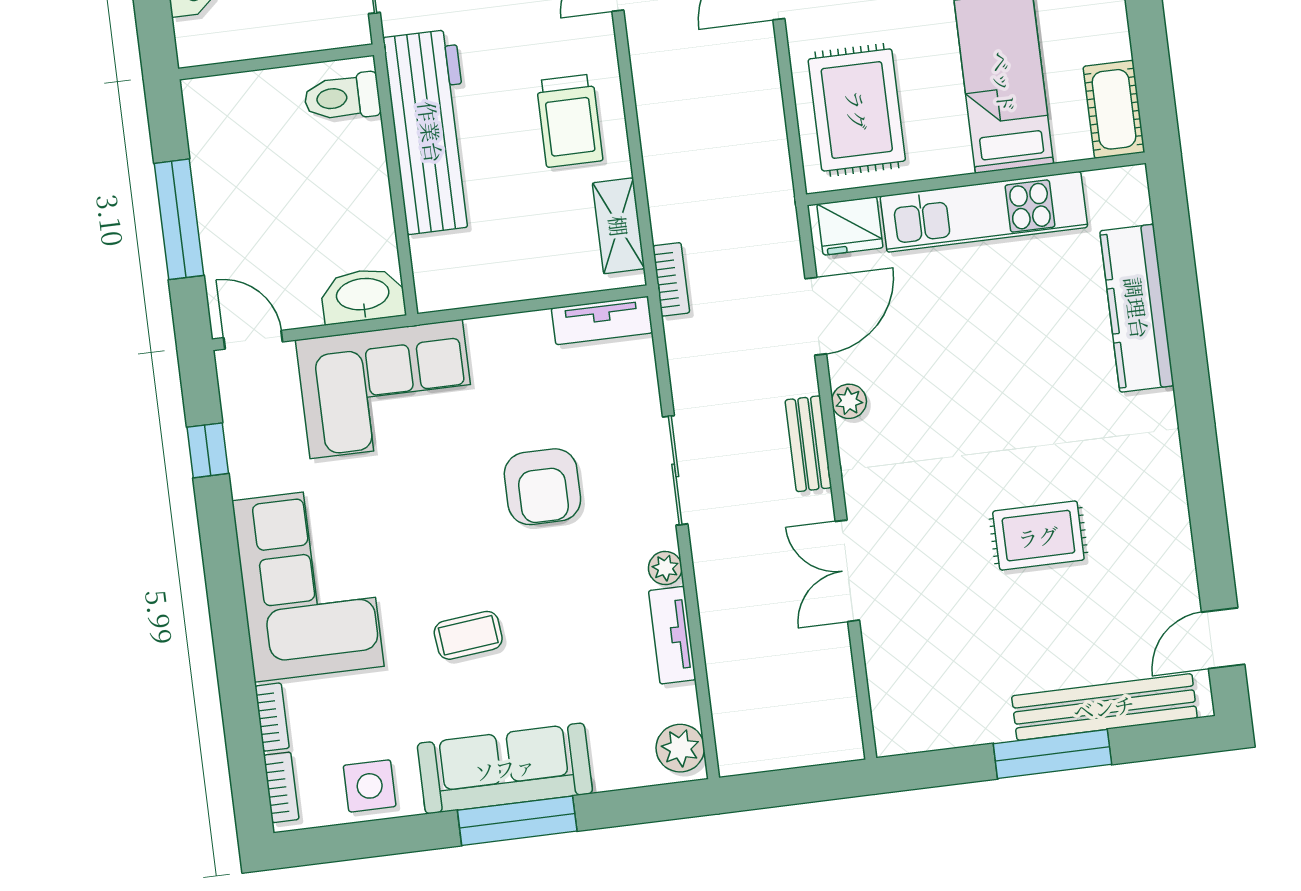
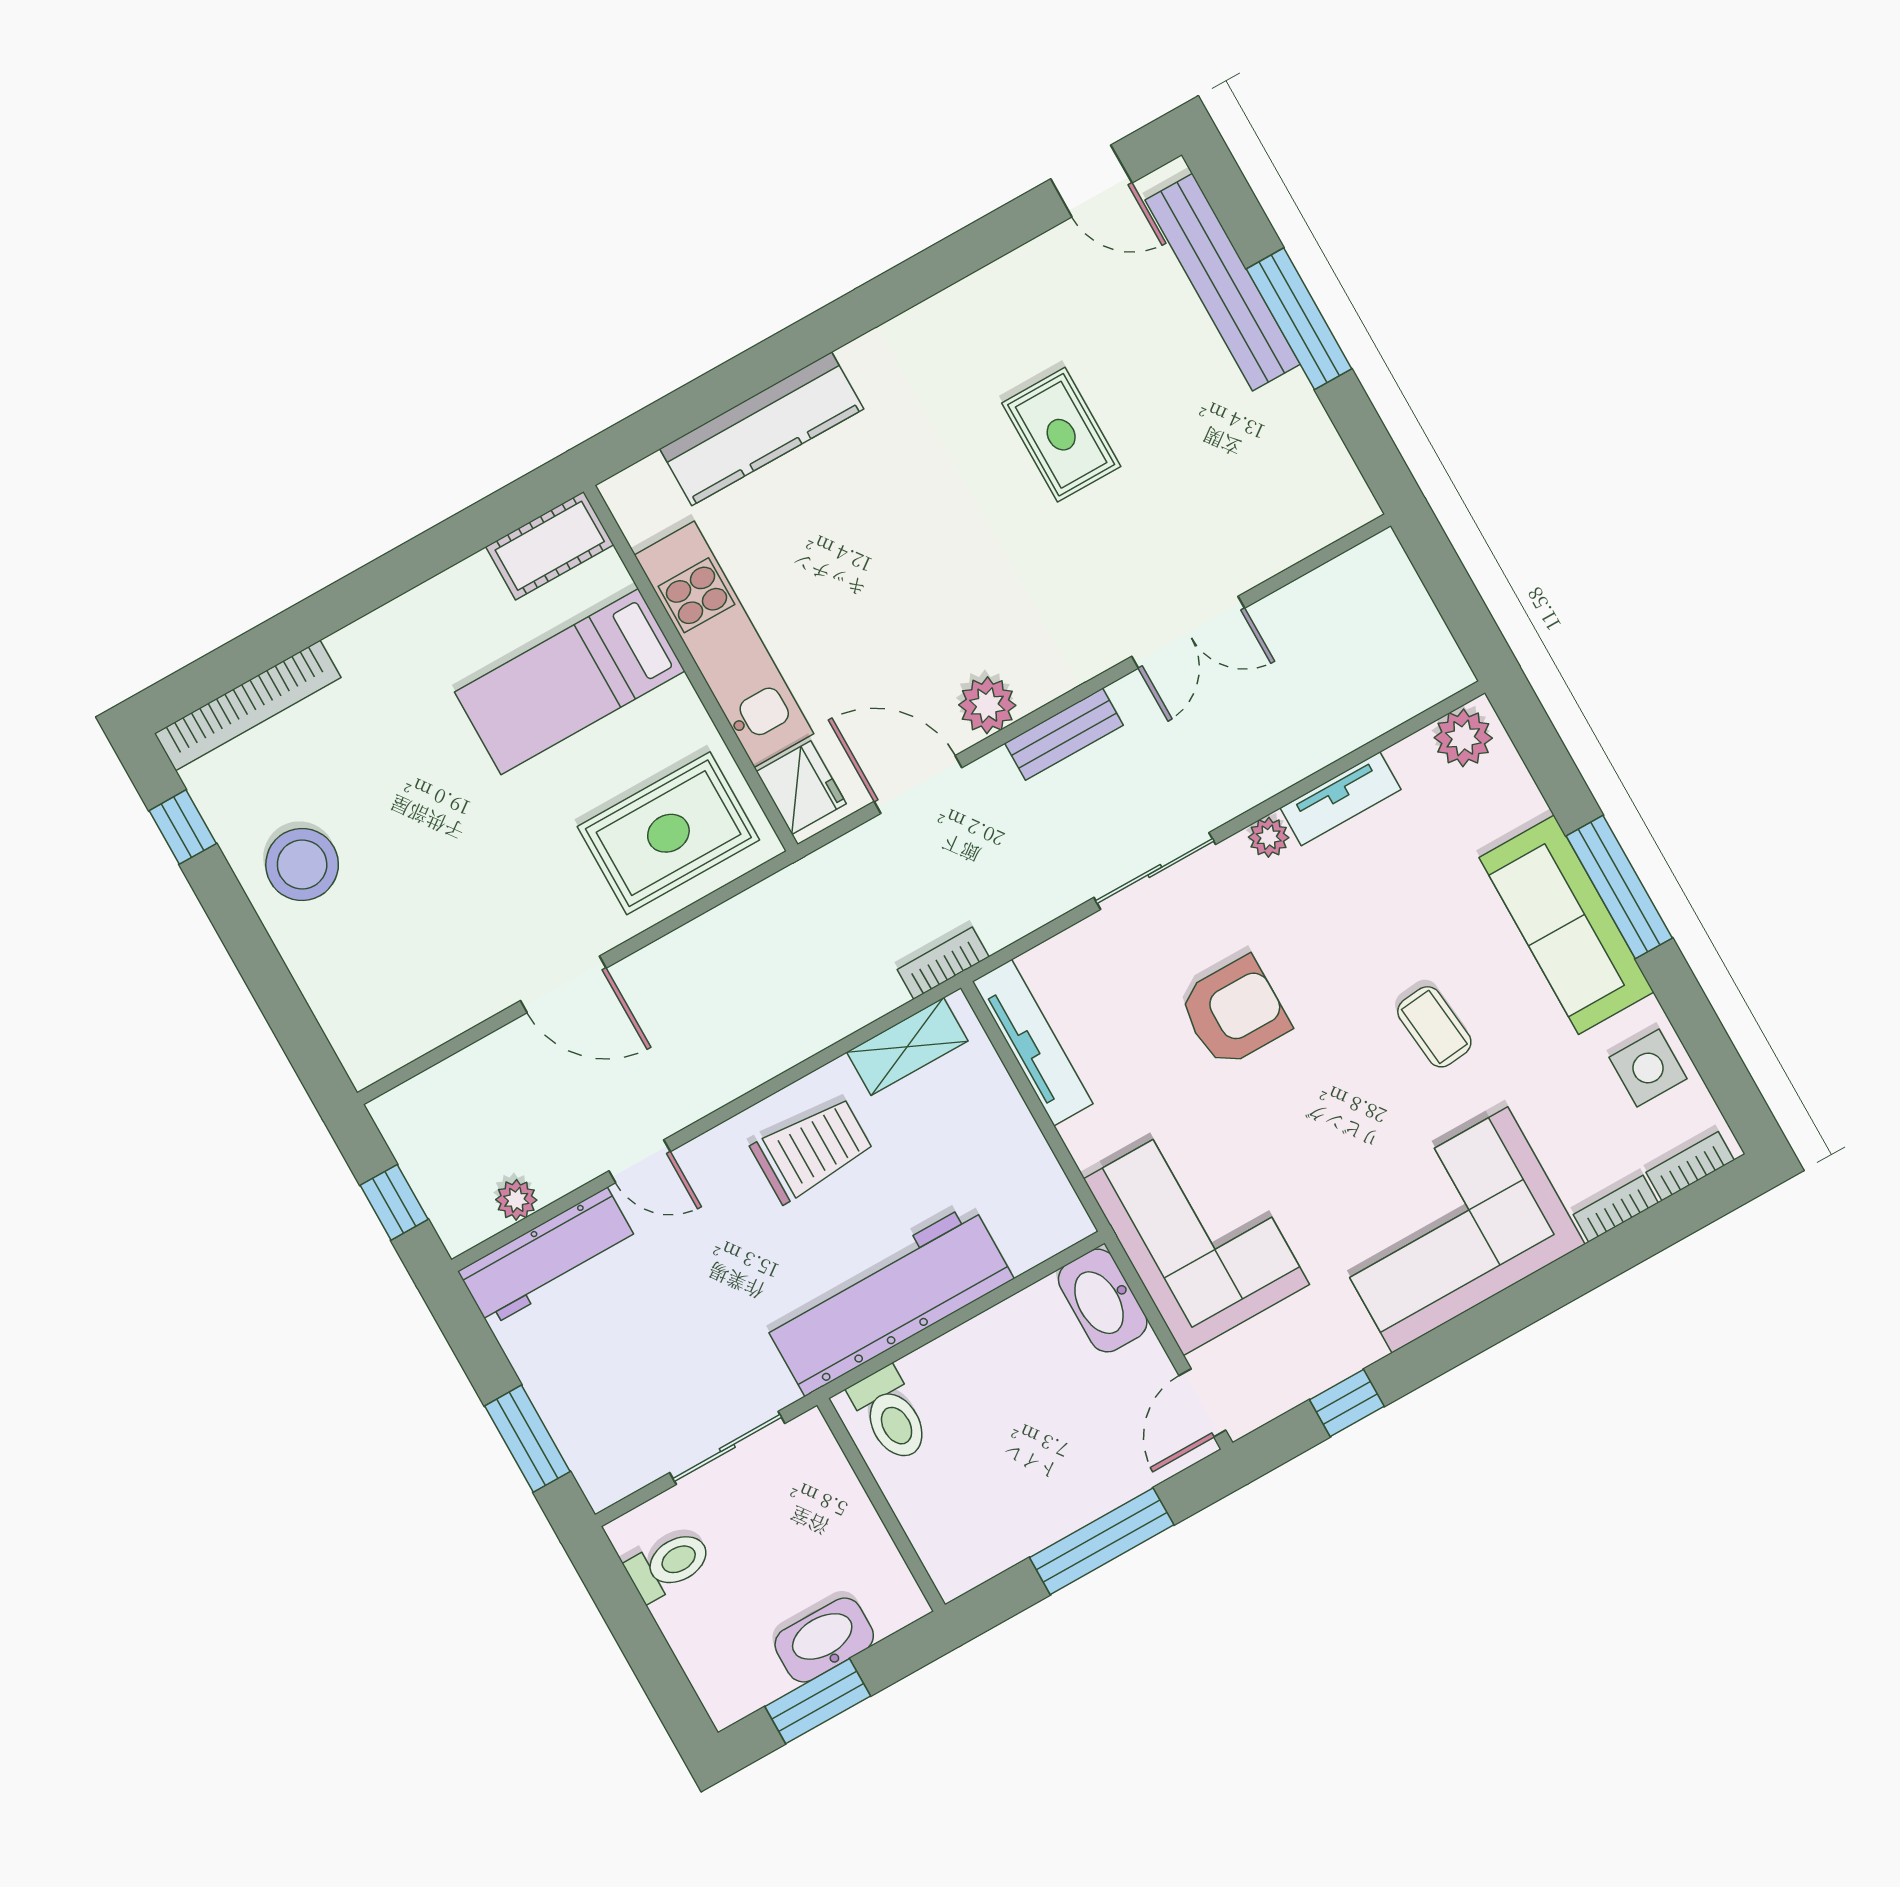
tv unit: (602, 320) -> (1033, 1043), width x1.41
plant: (849, 401) -> (987, 705), width x1.38, depth x1.38

